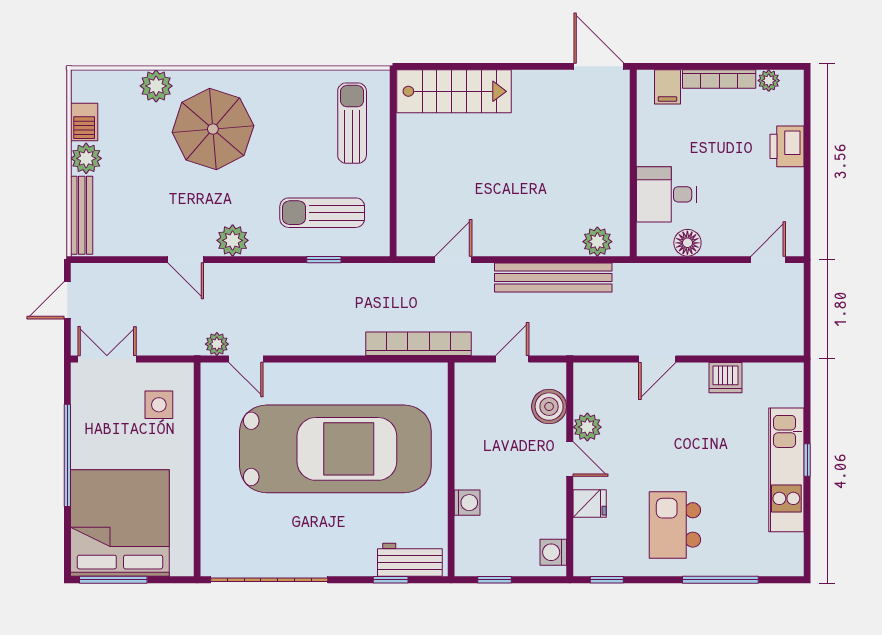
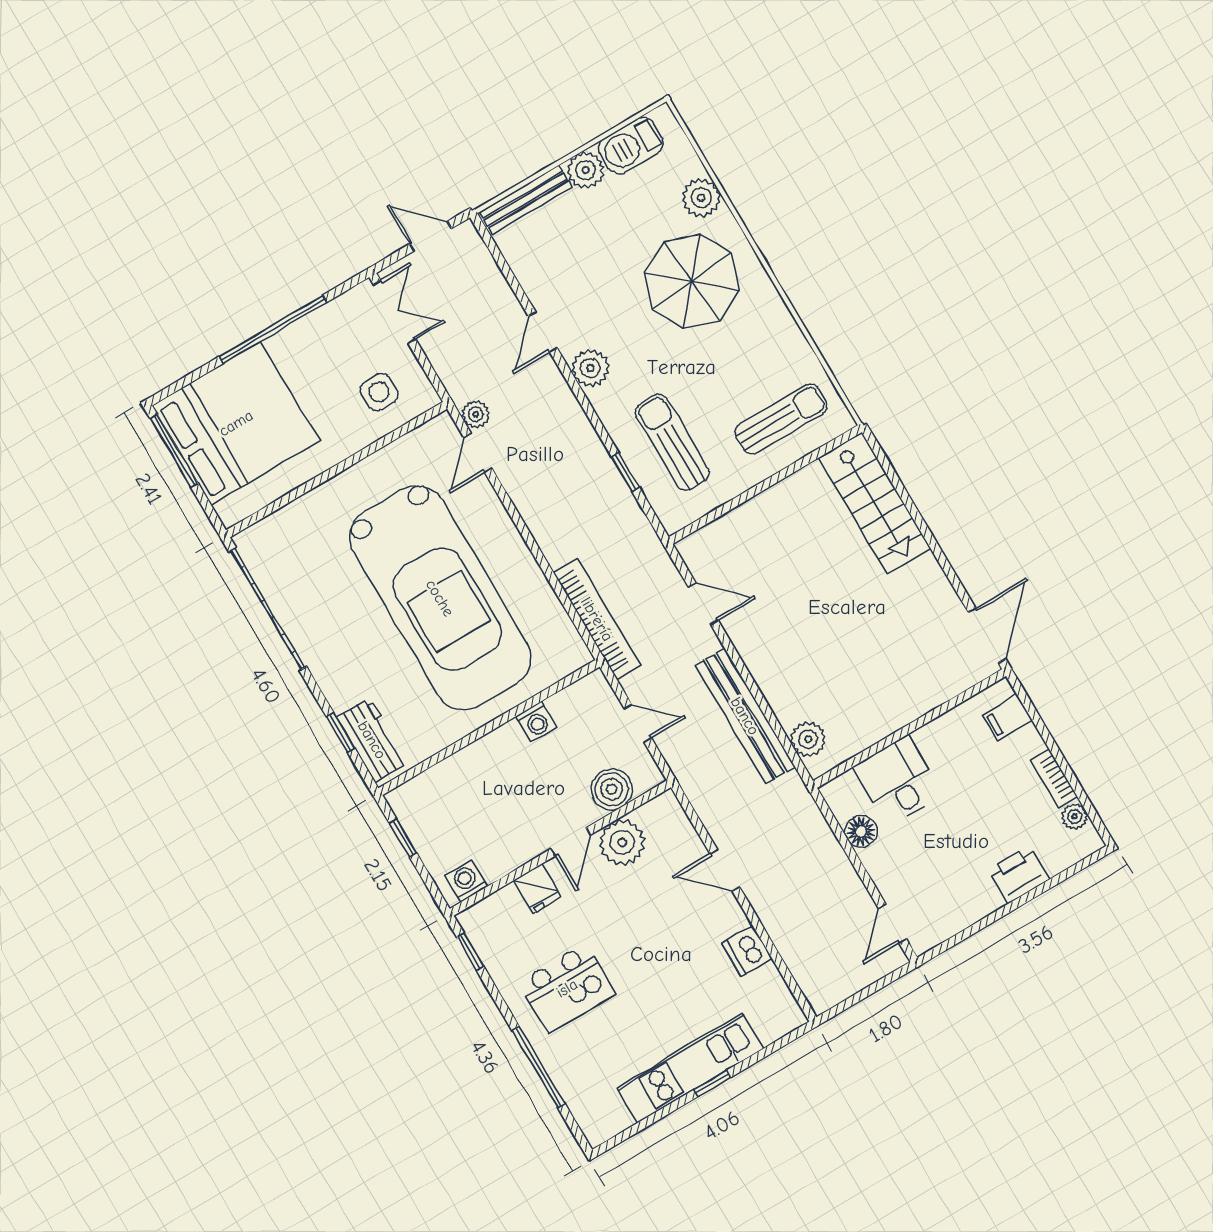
bookcase: (719, 79) -> (1054, 779), width x0.64
barbecue: (84, 122) -> (631, 146), width x1.38, depth x1.27
door: (768, 260) -> (892, 924), swing flipped
plant: (587, 427) -> (622, 842), width x1.36, depth x1.36
washing machine: (467, 503) -> (536, 722), moved
kitchen island: (675, 525) -> (567, 988), turned 180

